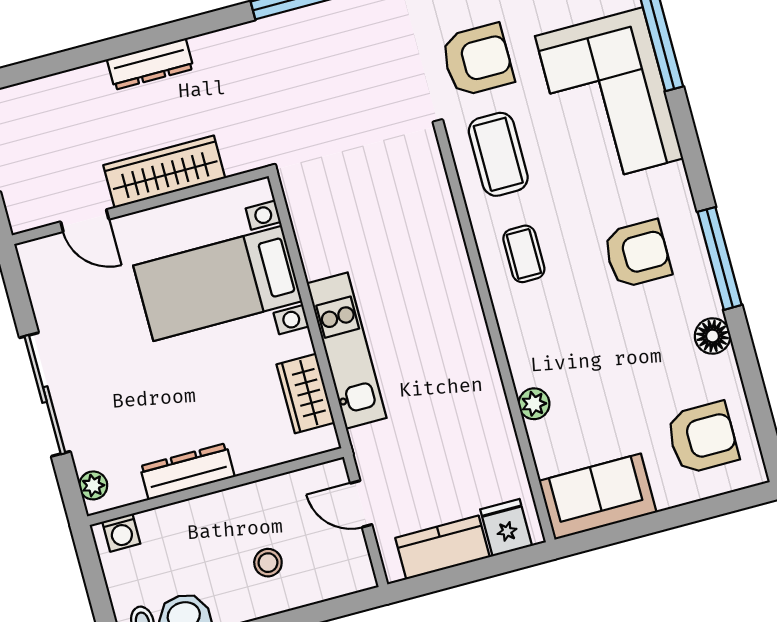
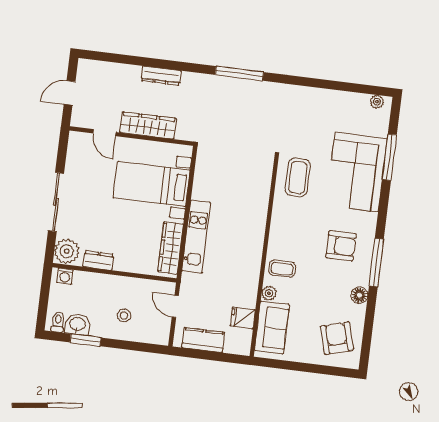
armchair: (477, 60) -> (305, 132), removed
coffee table: (524, 254) -> (282, 269), moved, turned 90
wardrobe: (306, 394) -> (171, 248), width x1.50
armchair: (702, 438) -> (337, 338), turned -106
dresser: (187, 472) -> (98, 260), width x0.70
plant: (93, 485) -> (67, 251), width x1.88, depth x1.88
sofa: (598, 497) -> (272, 328), moved, turned 90
fridge: (506, 528) -> (243, 318), moved, turned -90

